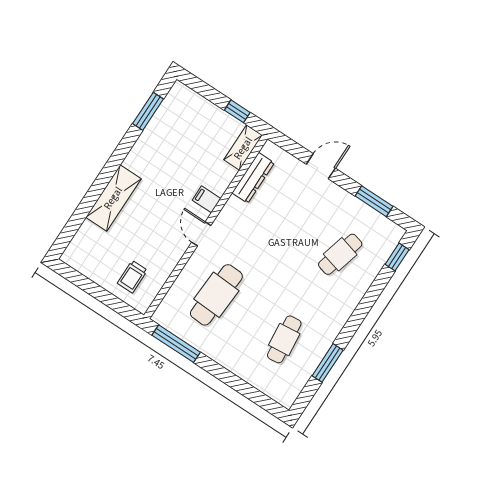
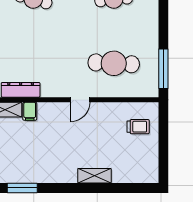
shelving: (113, 198) -> (94, 176), width x0.67, depth x0.75
filing cabinet: (207, 199) -> (30, 111), moved

